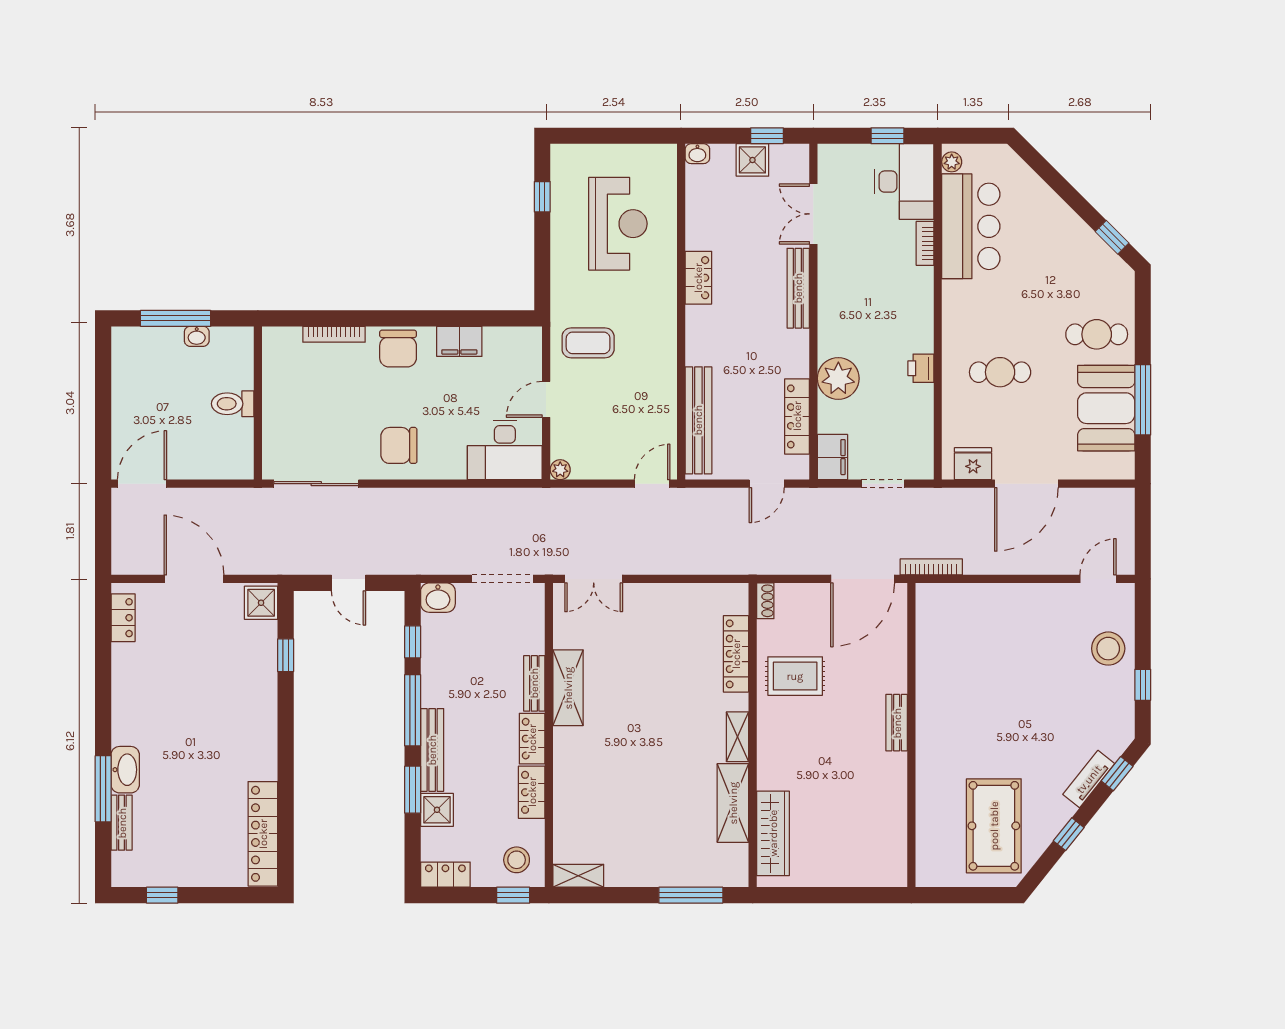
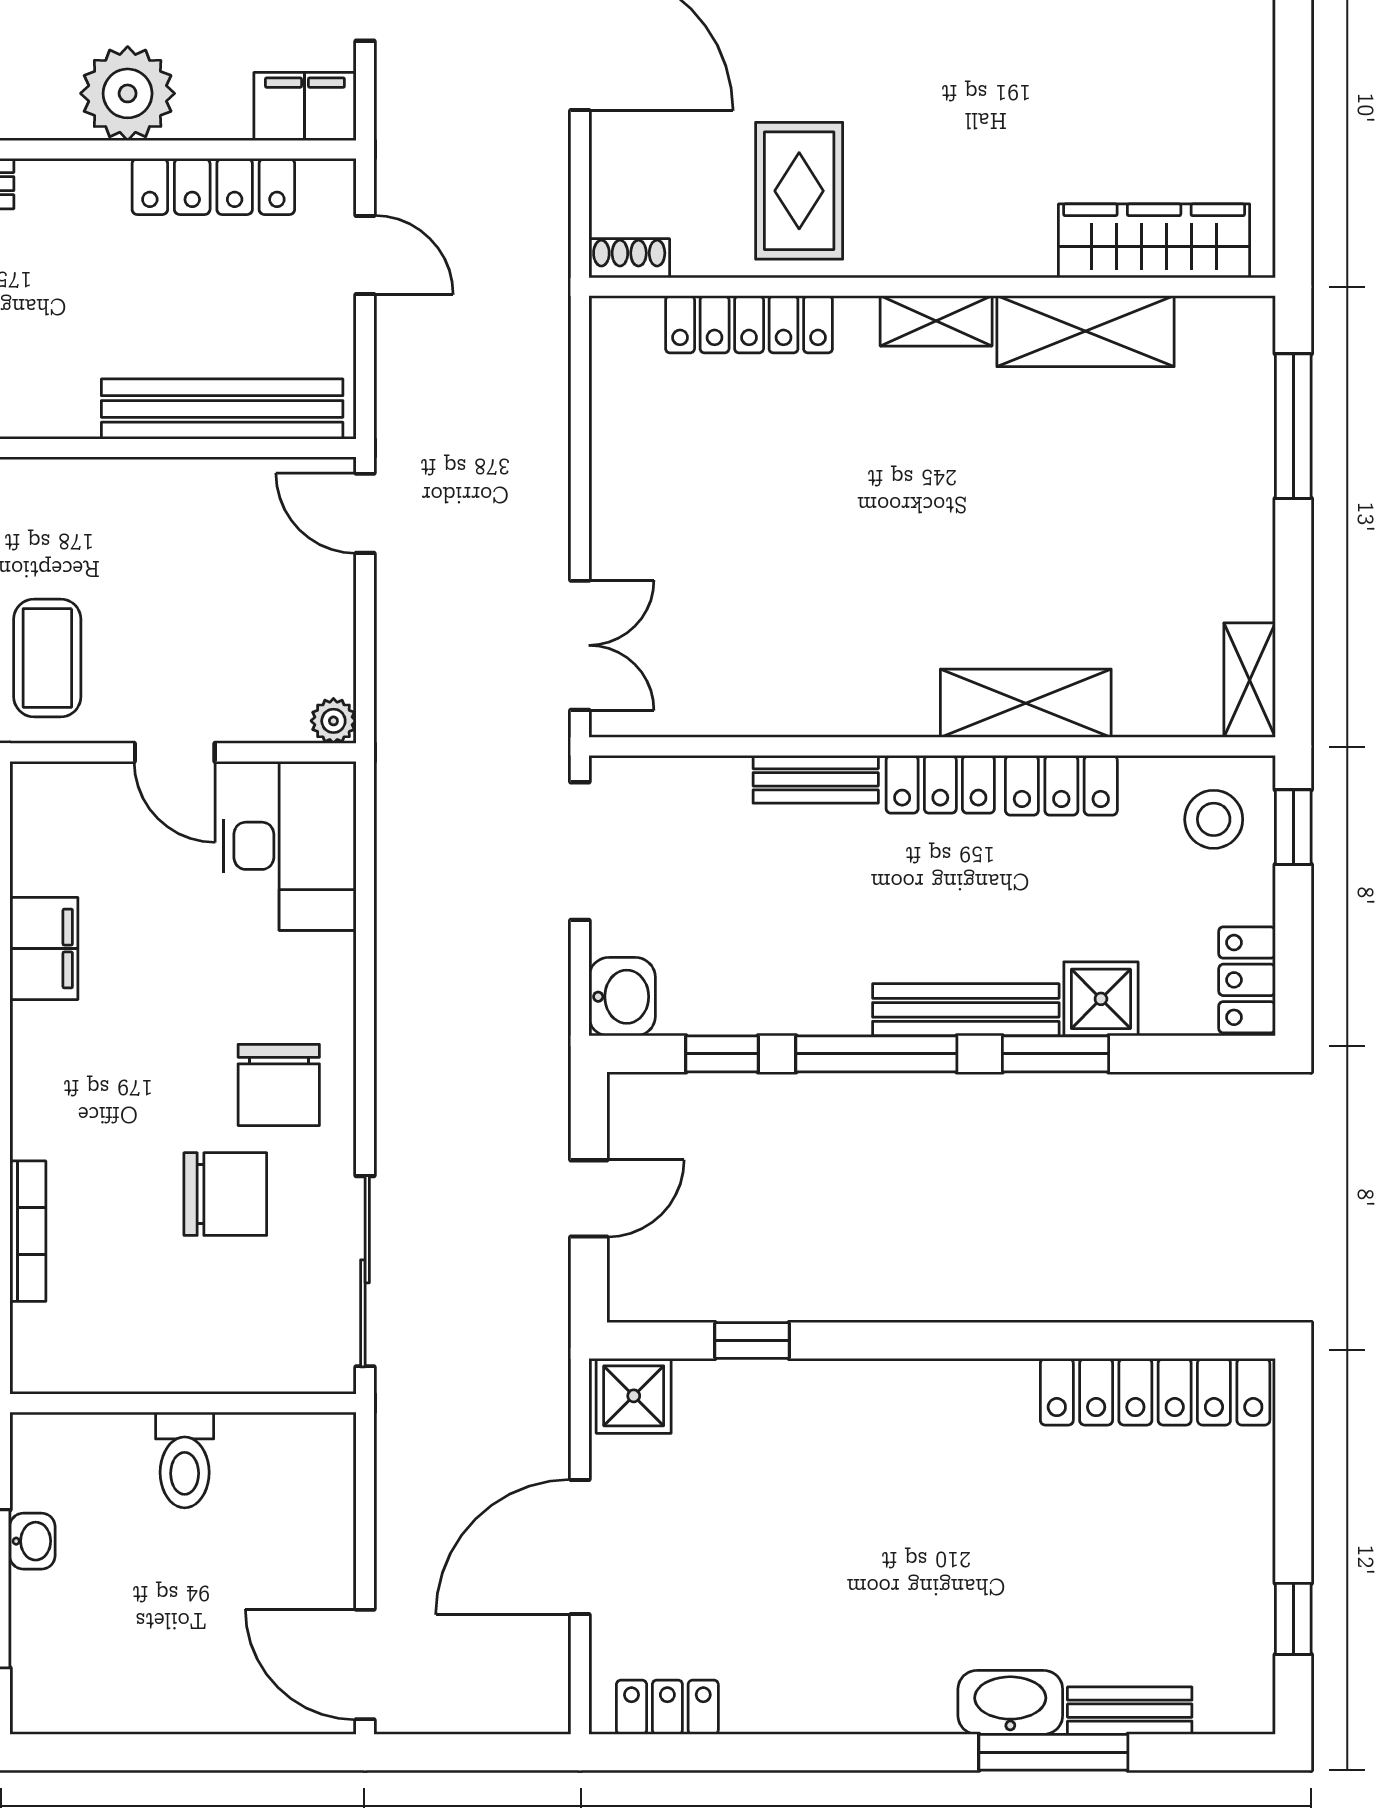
chair: (398, 349) -> (225, 1194), moved
shelving: (568, 688) -> (1026, 703), moved

